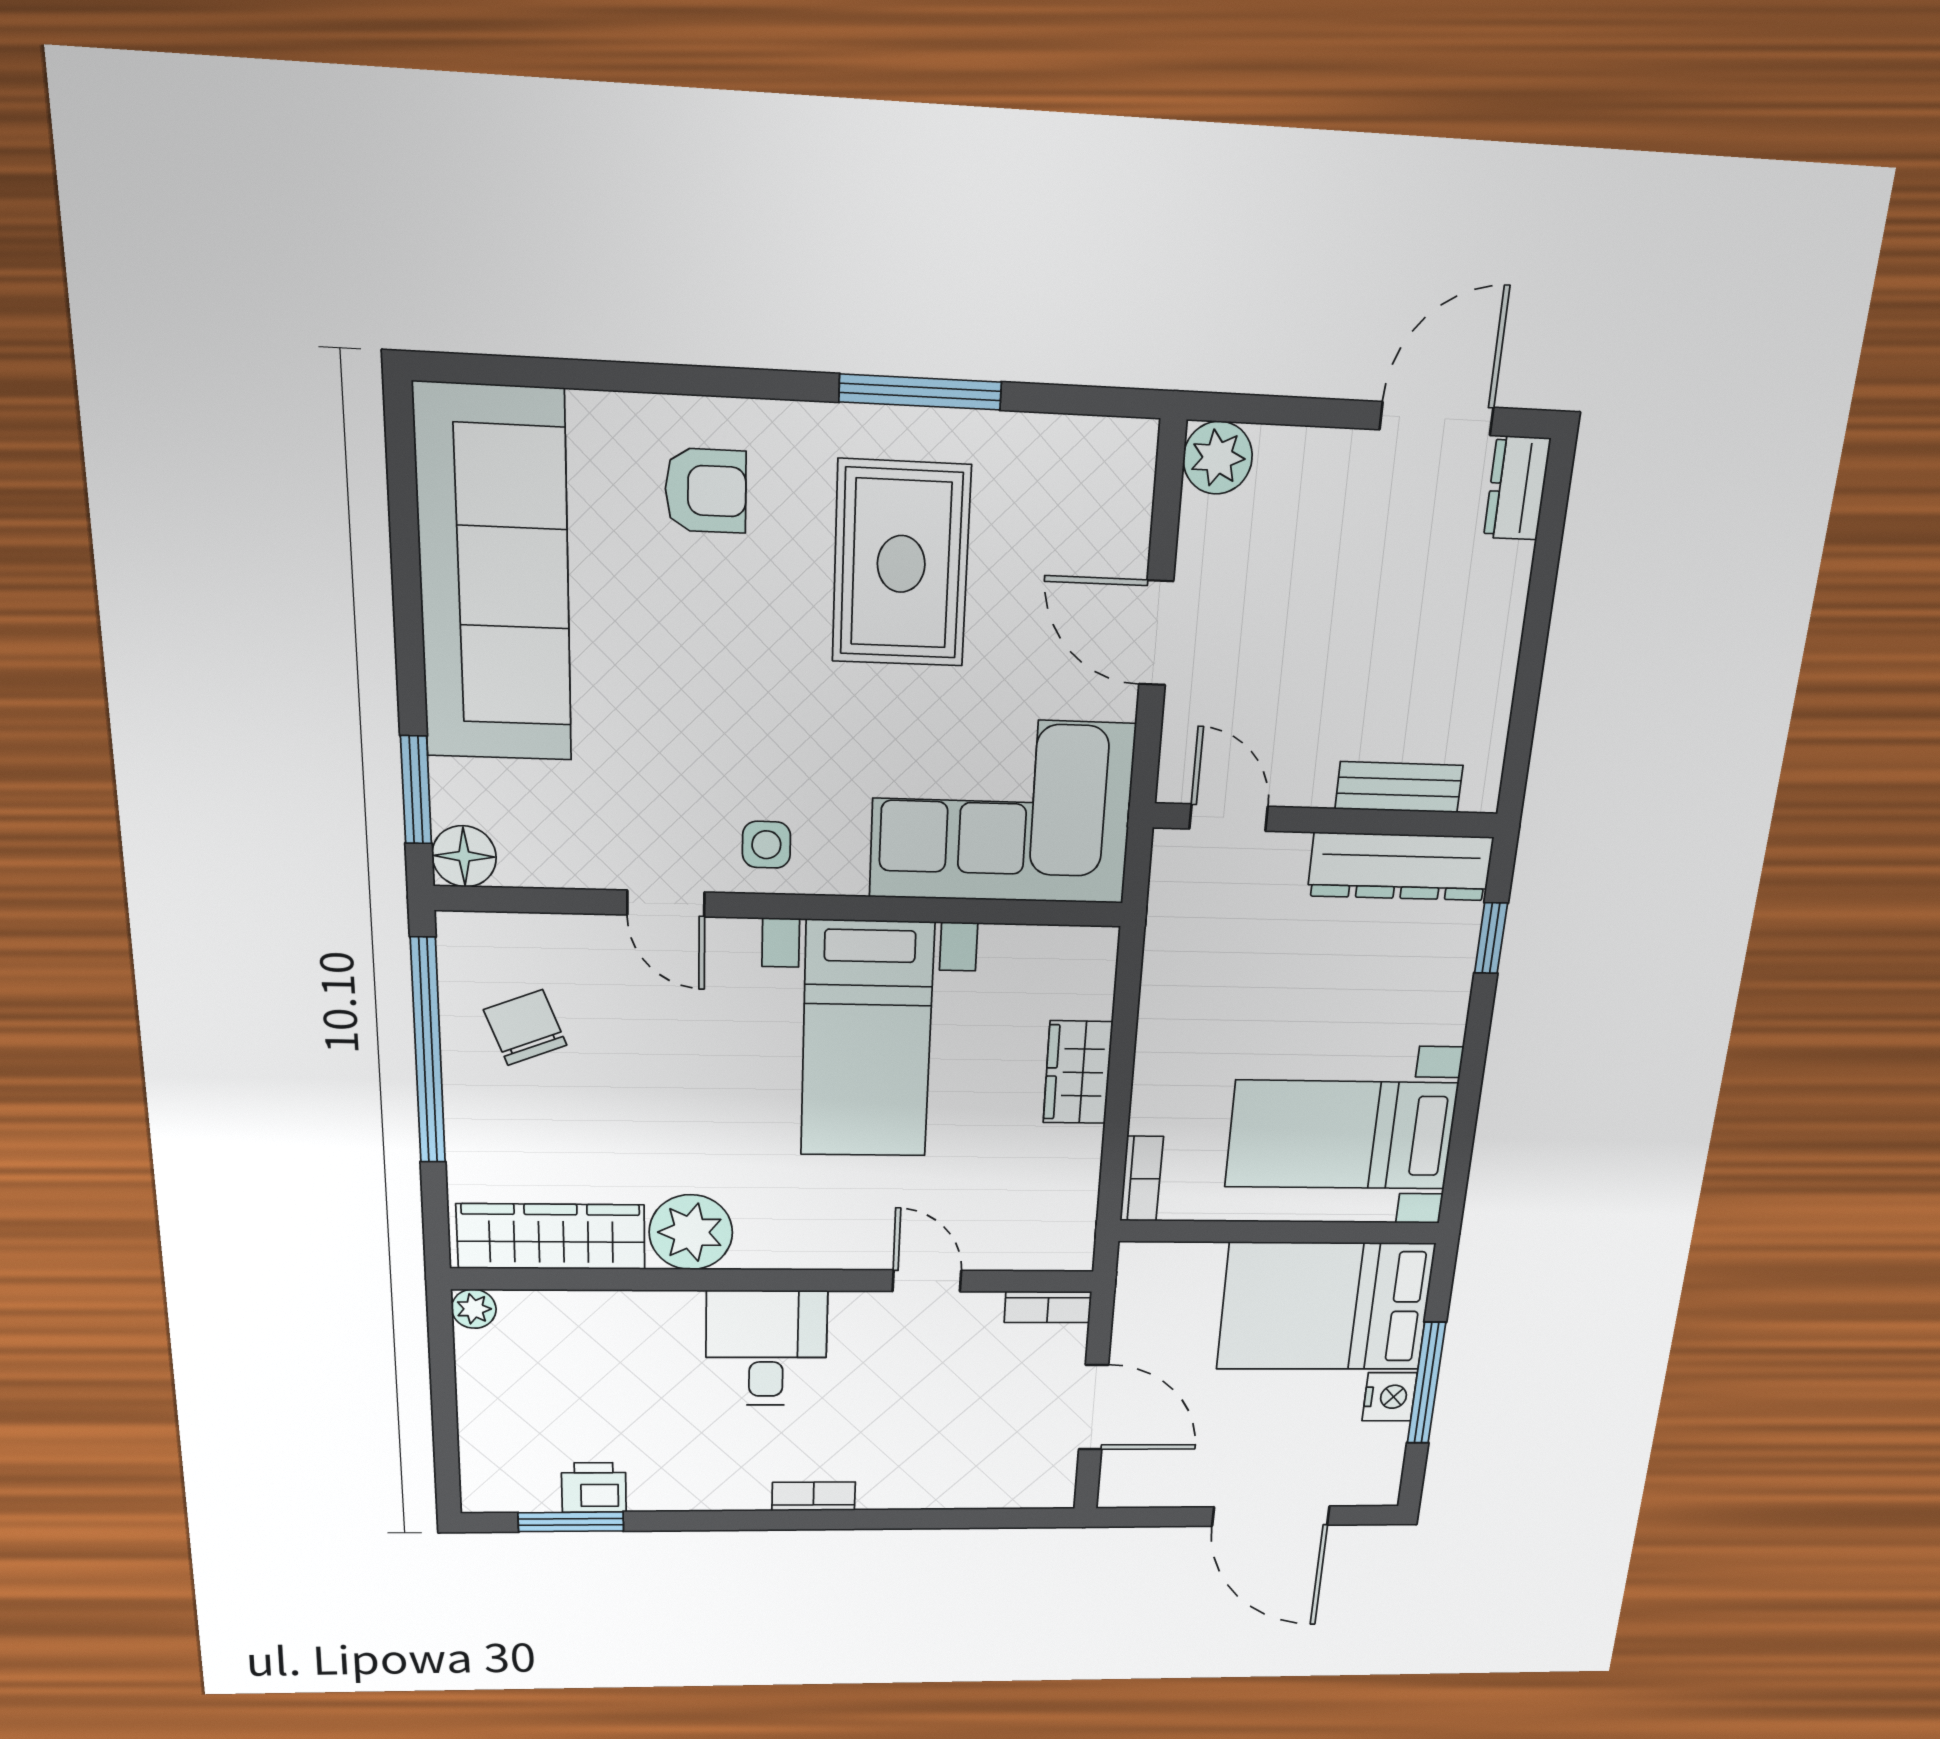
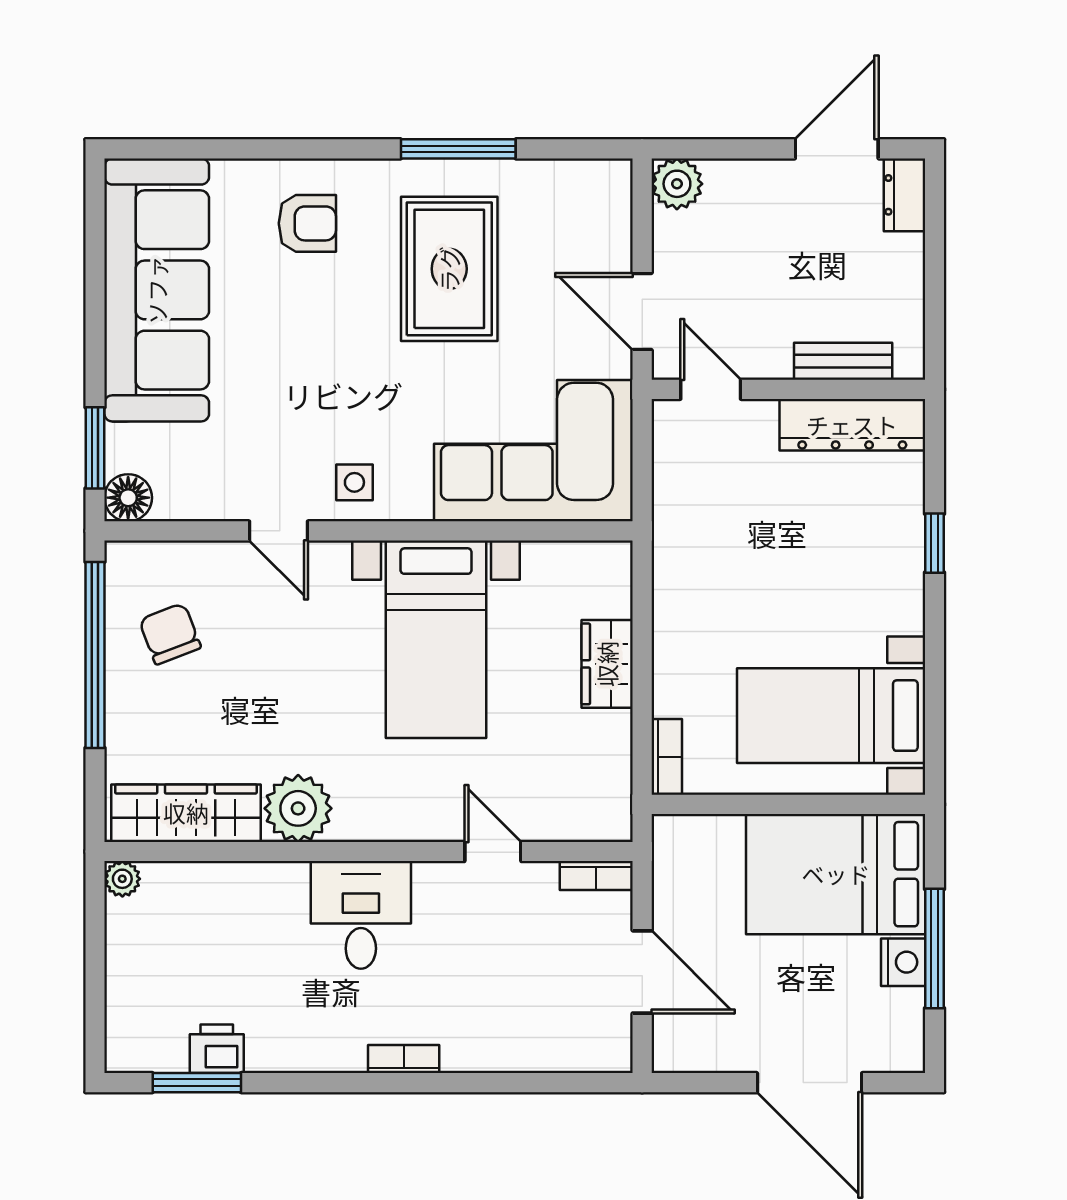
bench: (1399, 787) -> (843, 361), moved
door: (1229, 818) -> (711, 389), moved
wall: (1326, 820) -> (788, 389), moved
dresser: (1400, 867) -> (852, 425), moved

